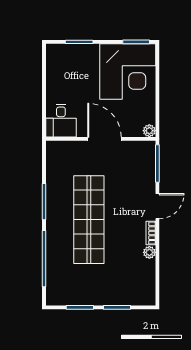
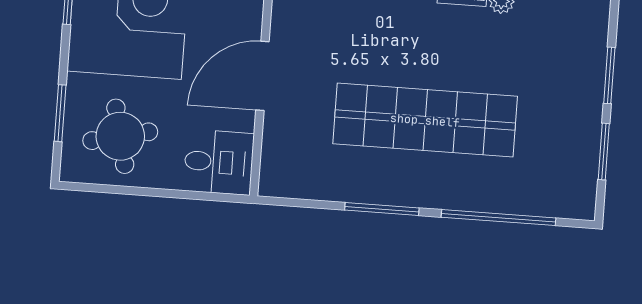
round table: (70, 72) -> (120, 136), added

